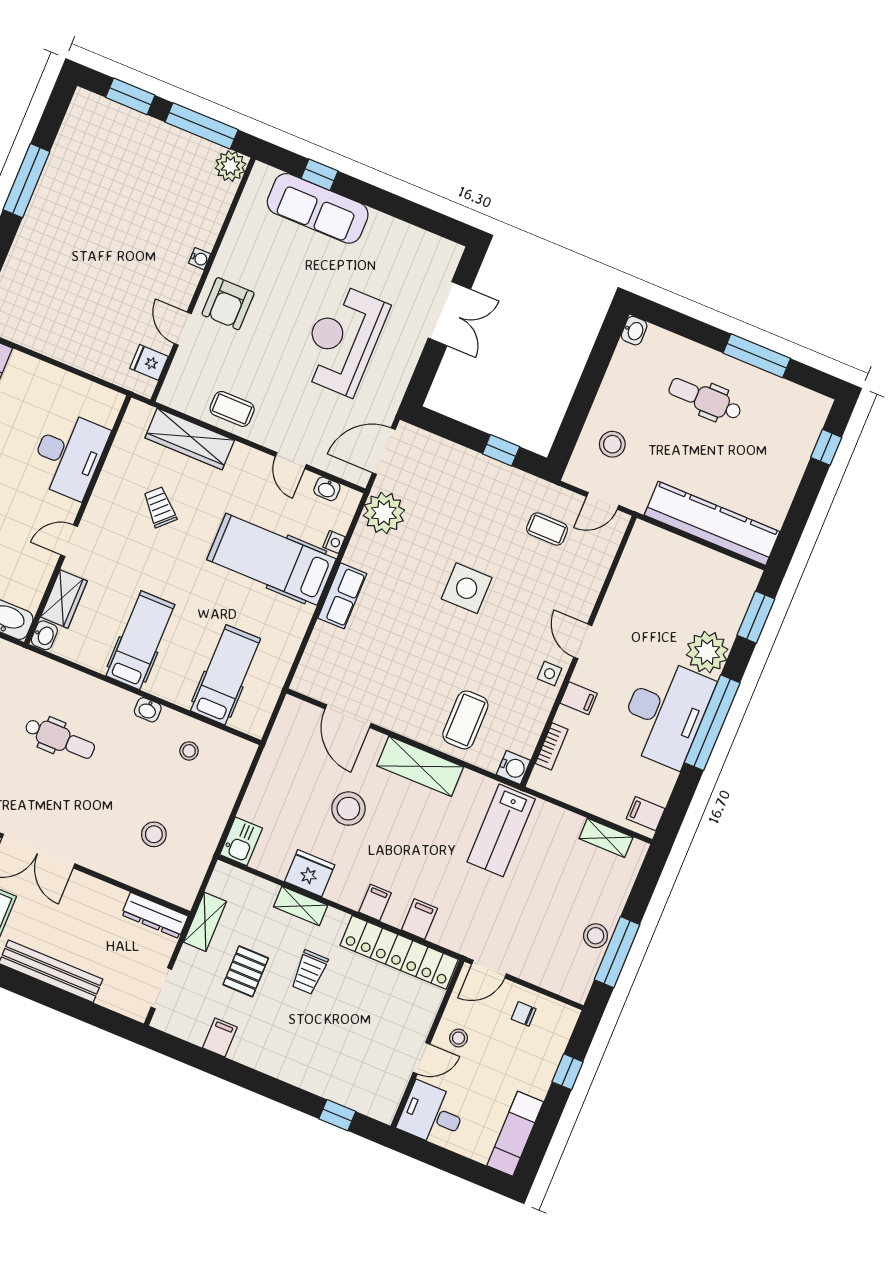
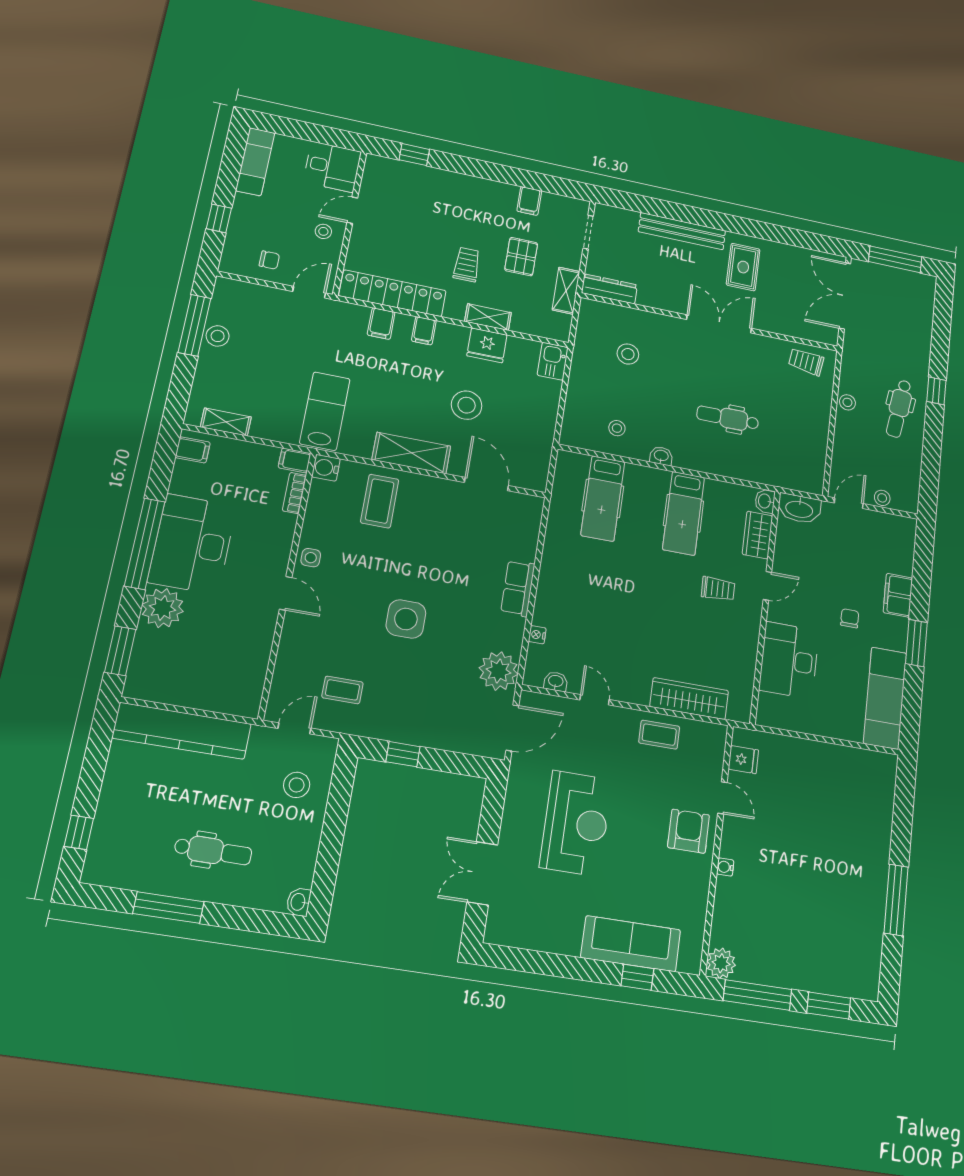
trolley: (160, 507) -> (718, 589), moved, turned -47
hospital bed: (272, 559) -> (589, 607), removed
filing cabinet: (579, 698) -> (295, 460), moved

